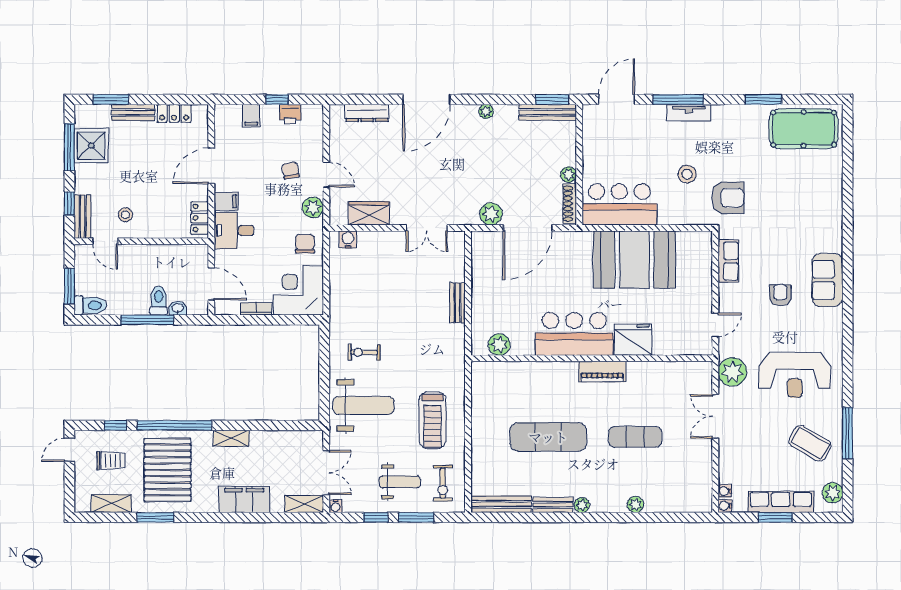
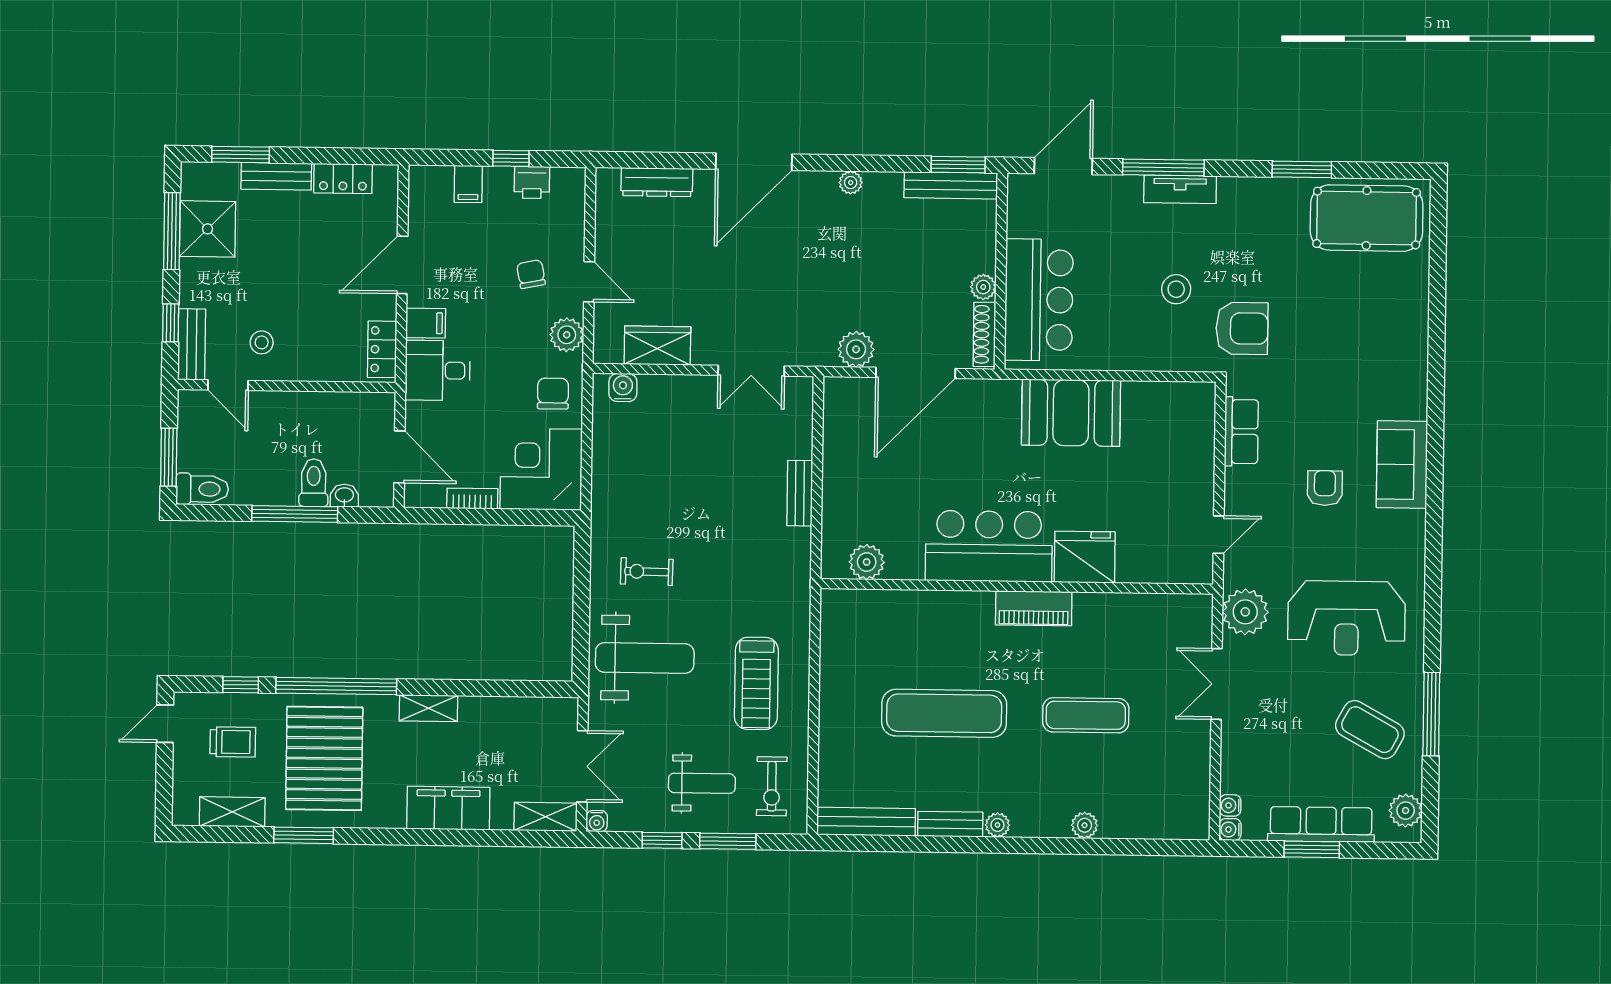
bar counter: (619, 204) -> (1039, 300), moved, turned 90
booth: (634, 260) -> (1071, 413), width x0.73, depth x0.70

